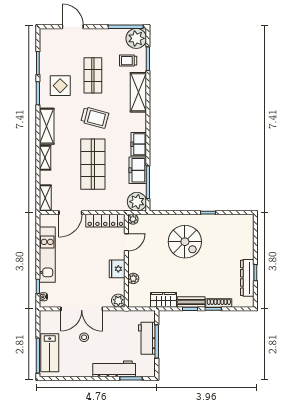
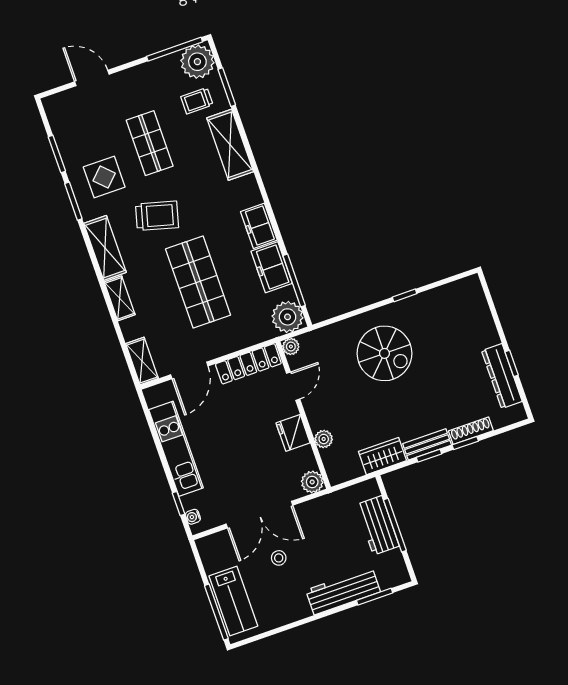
trolley: (95, 118) -> (157, 216), moved

